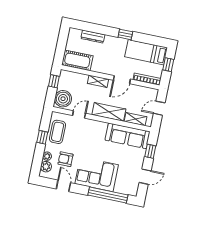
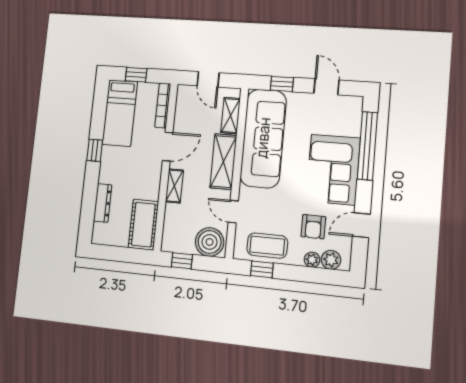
door: (122, 80) -> (168, 147), hinge flipped
sofa: (128, 136) -> (263, 138), width x1.36, depth x1.27
window: (42, 137) -> (262, 269), moved

